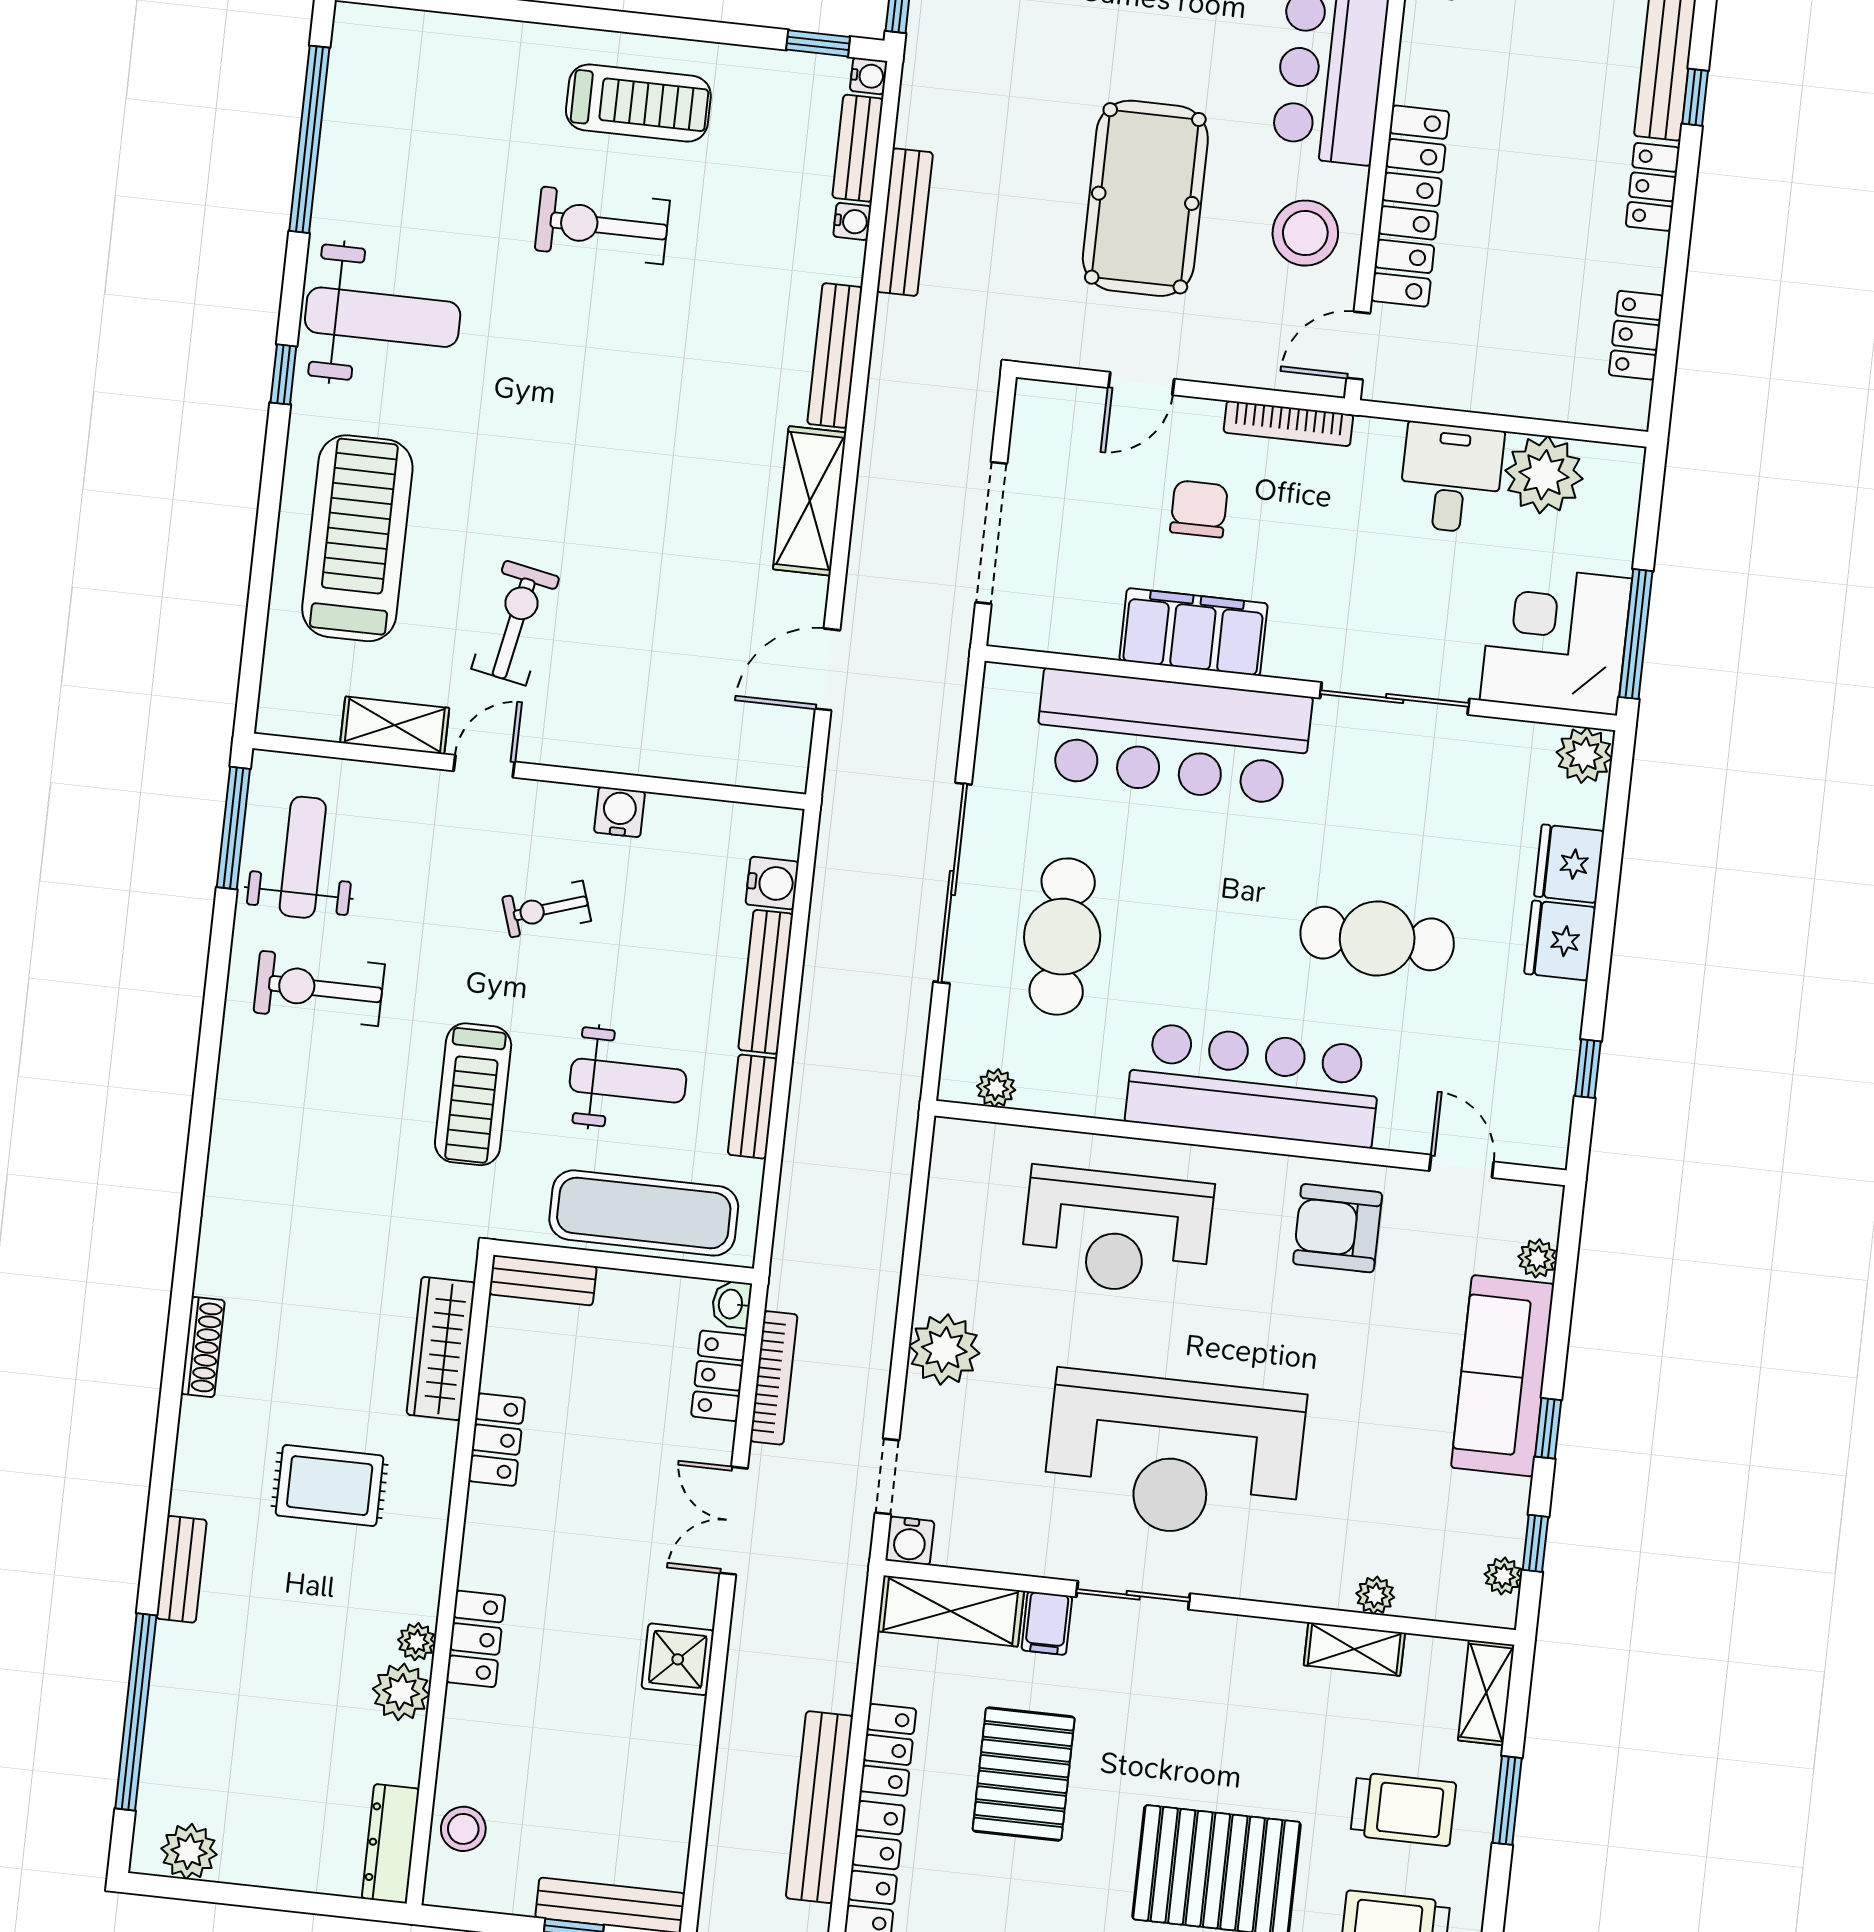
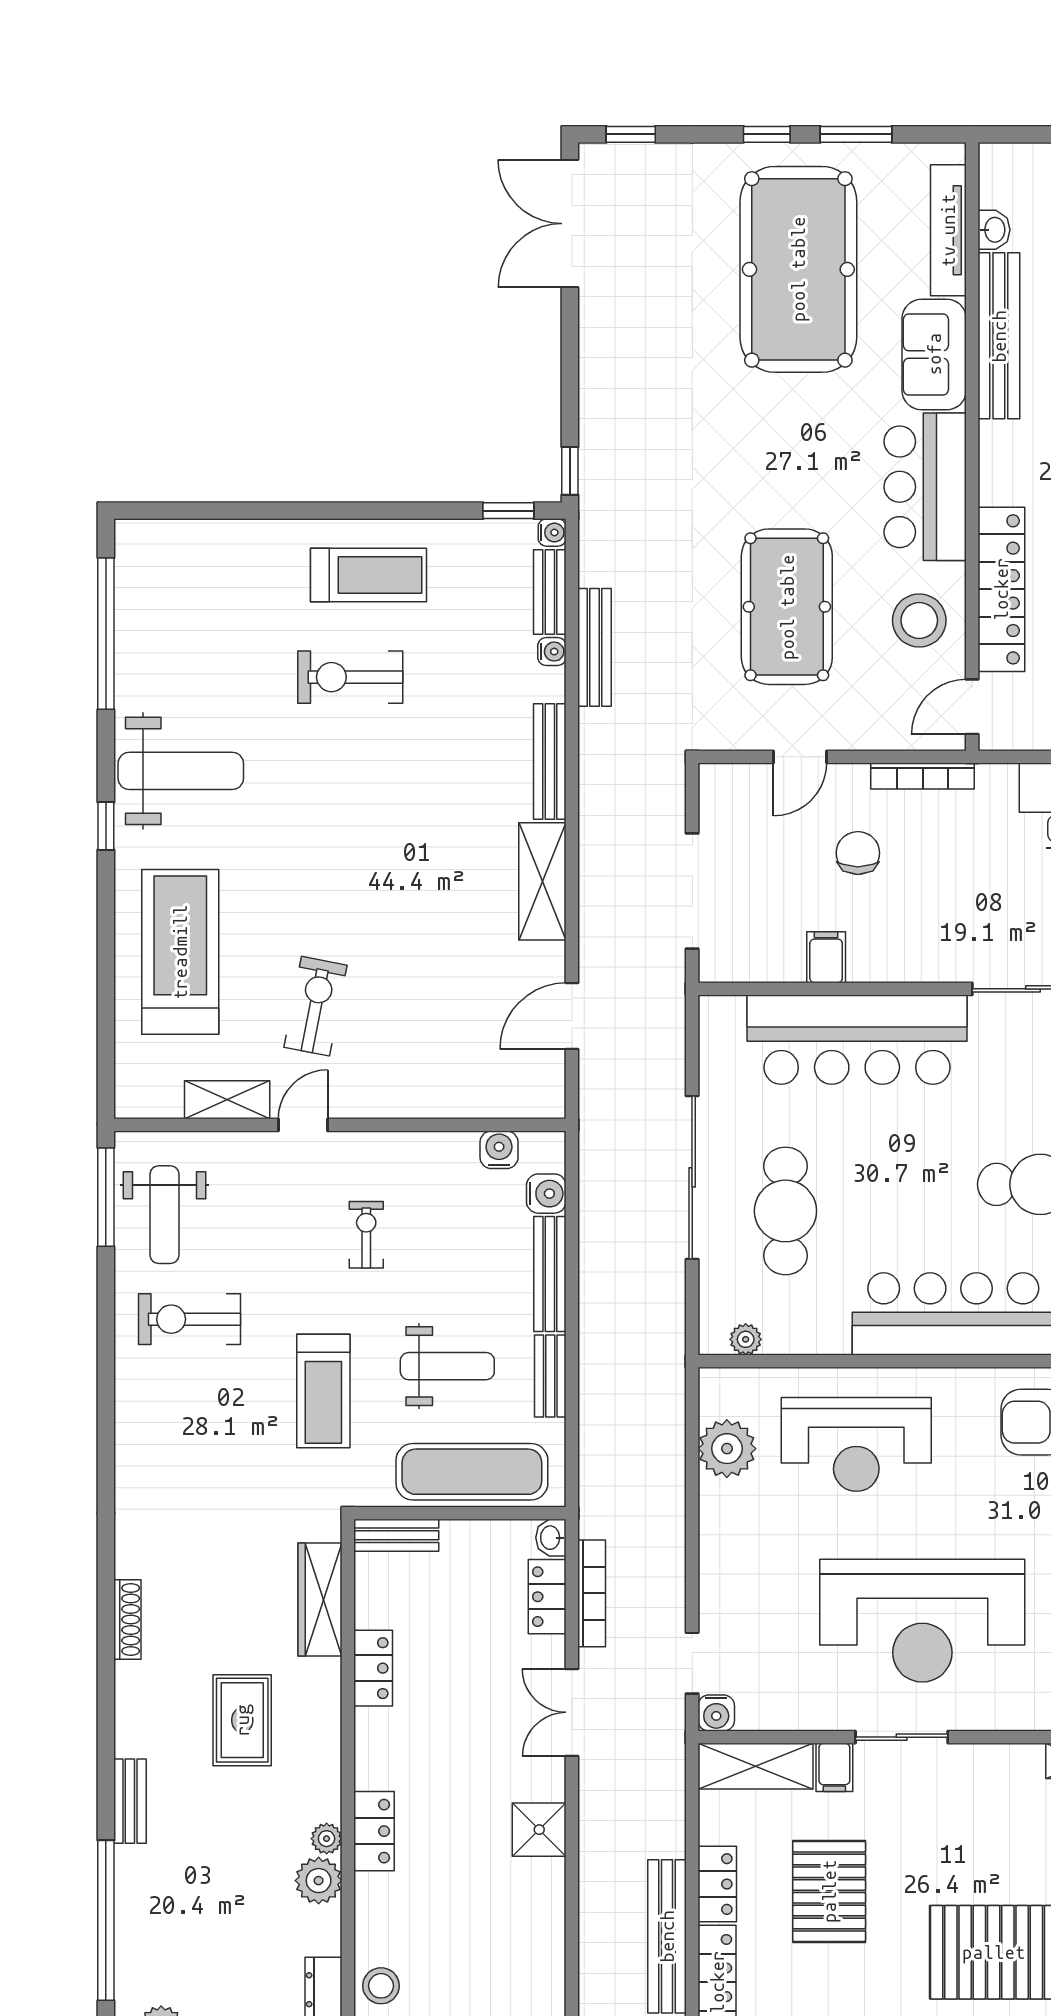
filing cabinet: (1193, 632) -> (826, 957), width x0.33, depth x0.86
water cooler: (620, 812) -> (499, 1150), moved
weight bench: (303, 857) -> (164, 1215), turned 180
exercise bike: (547, 909) -> (366, 1235), turned 108
plant: (944, 1349) -> (727, 1449), moved
rug: (330, 1486) -> (242, 1720), turned 90

